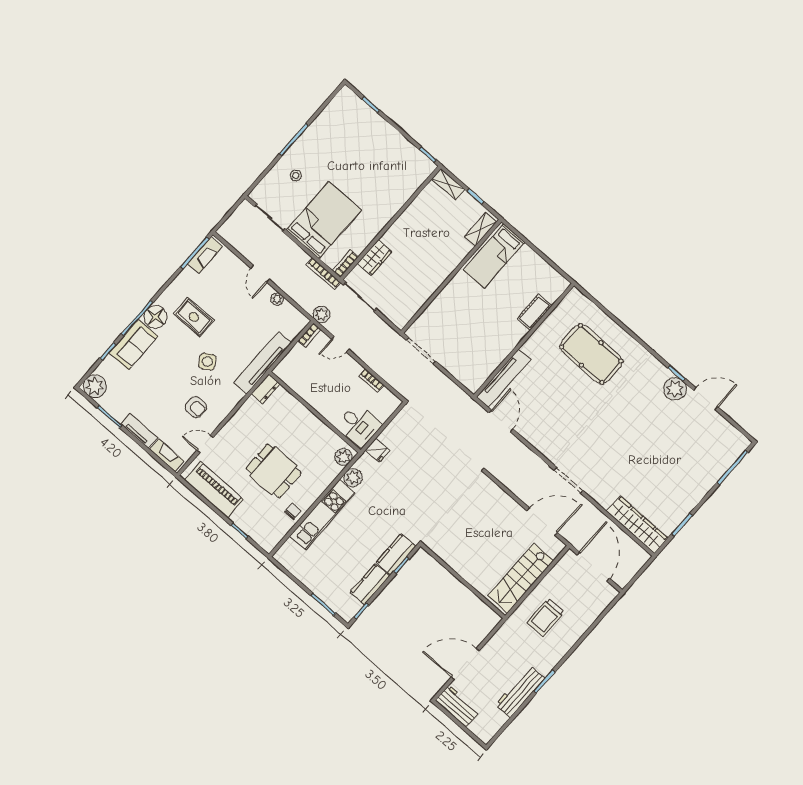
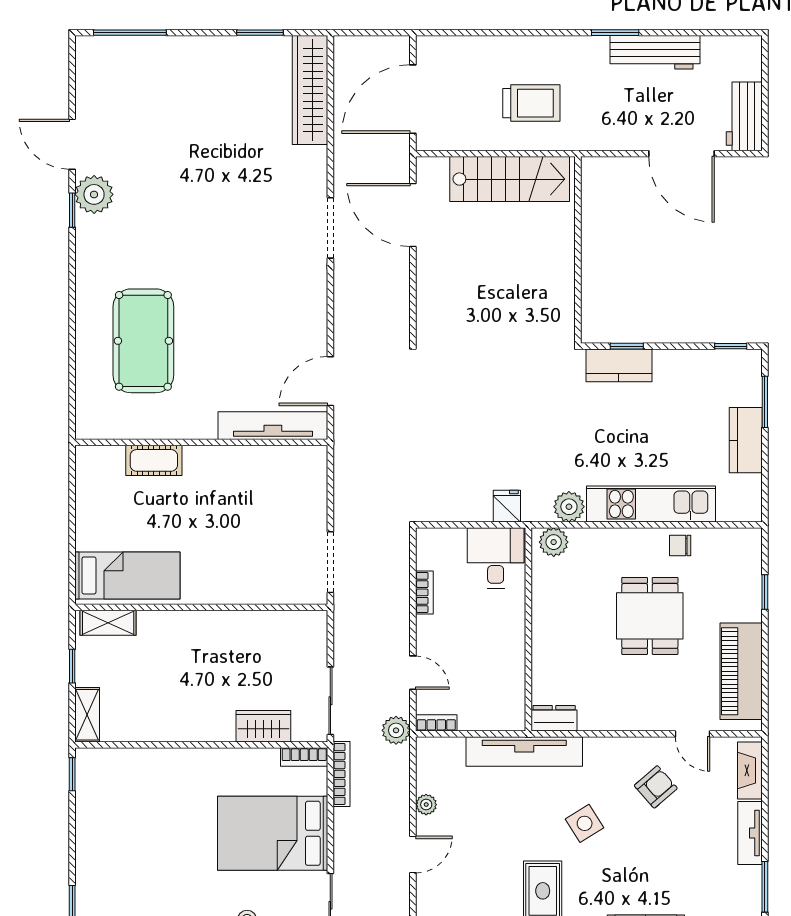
armchair: (196, 407) -> (656, 787), turned 49
kitchen counter: (370, 584) -> (746, 440), moved, turned 90

